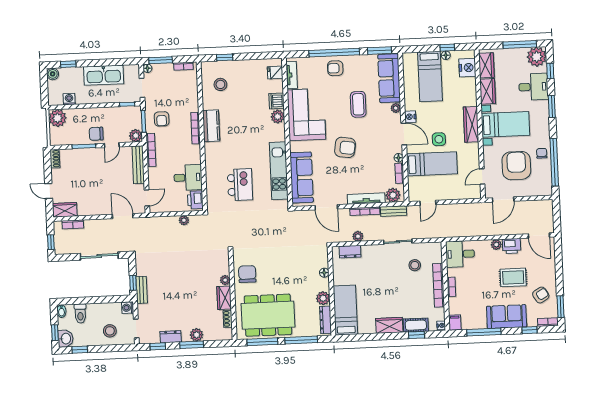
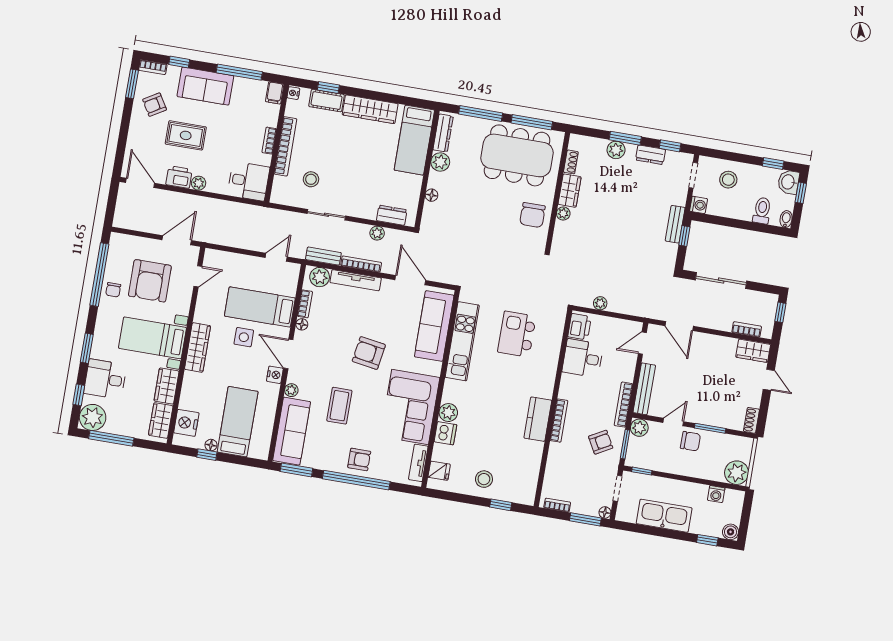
stool: (220, 84) -> (484, 479), moved
armchair: (162, 119) -> (601, 442), turned 61
wardrobe: (389, 325) -> (370, 109), width x1.50

